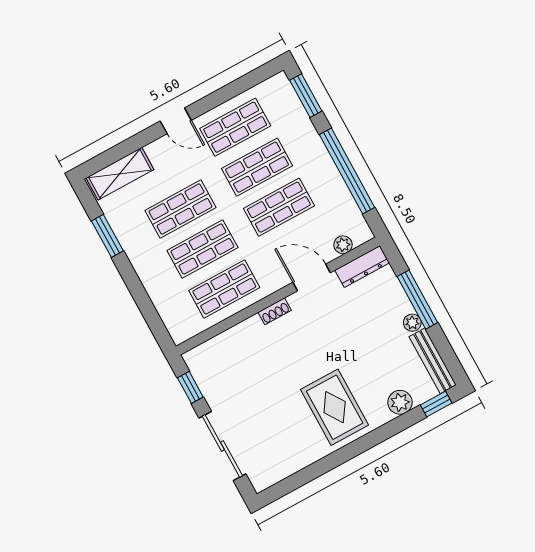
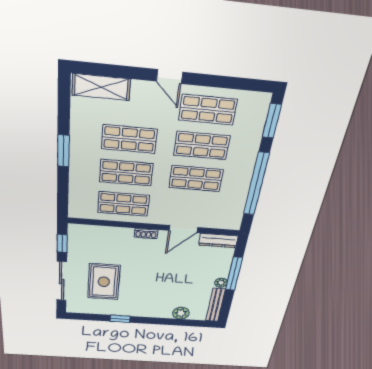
window: (107, 236) -> (63, 151), moved
plant: (343, 245) -> (217, 223), removed
door: (312, 277) -> (183, 229), swing flipped
window: (436, 404) -> (120, 319), moved
rug: (335, 407) -> (104, 282), moved

